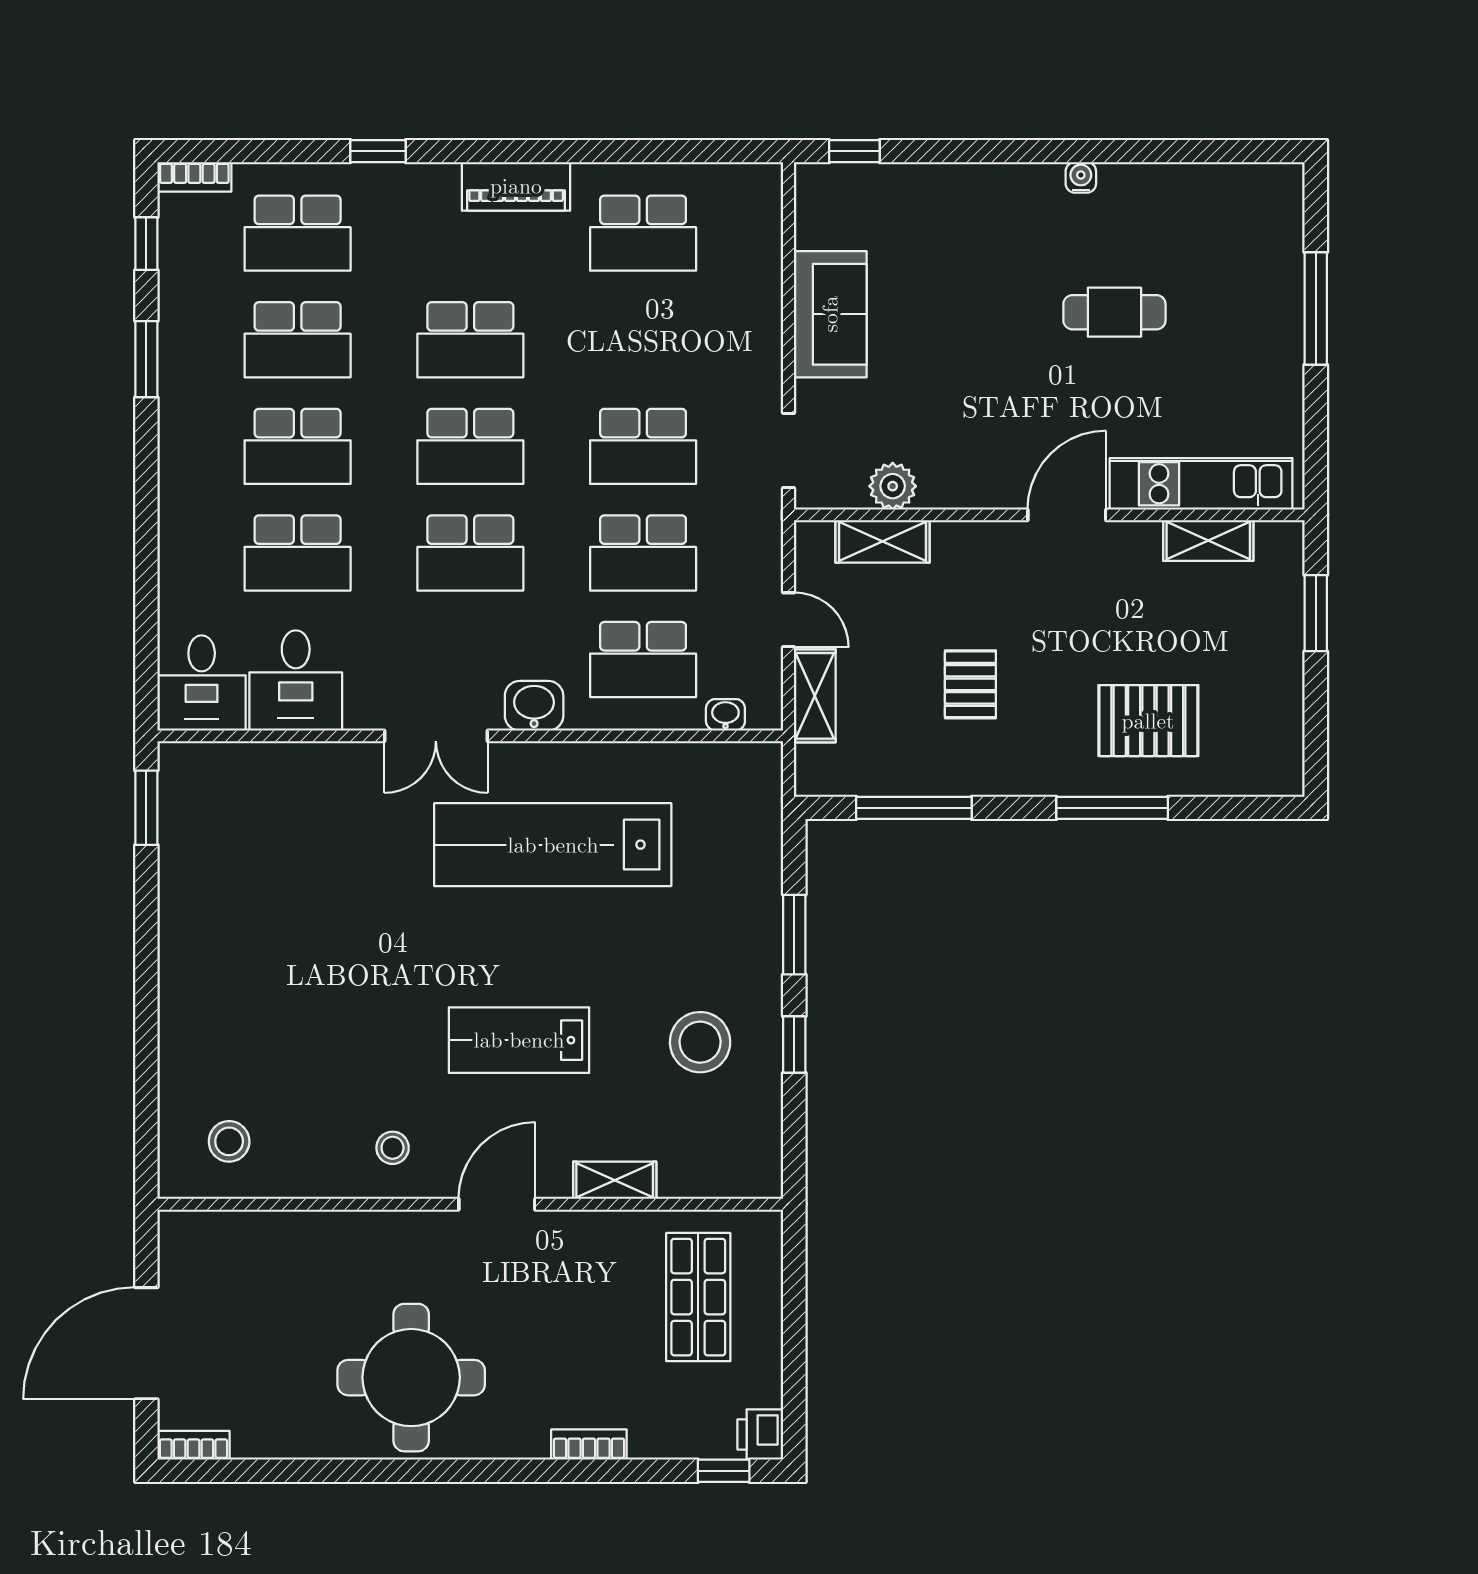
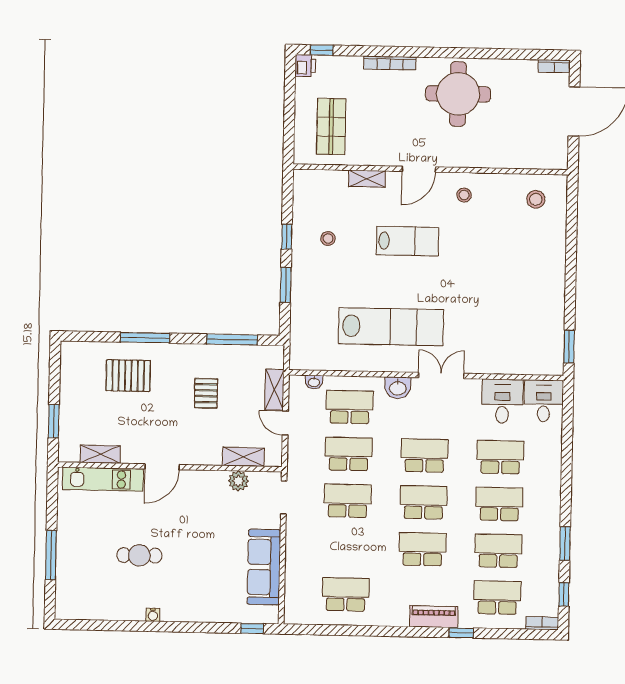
piano: (516, 186) -> (434, 617), moved
sofa: (830, 314) -> (264, 567), width x1.36
stool: (700, 1042) -> (328, 239), width x0.53, depth x0.53
bookcase: (589, 1445) -> (390, 63), width x1.56

